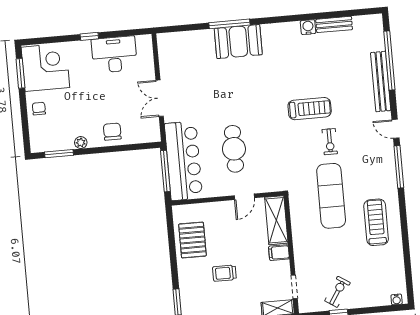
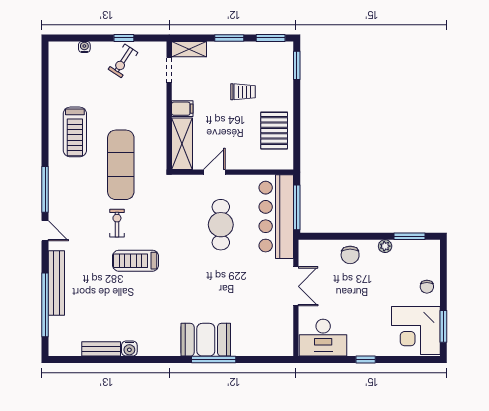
desk: (114, 54) -> (323, 338), moved
water cooler: (397, 299) -> (84, 47), moved

